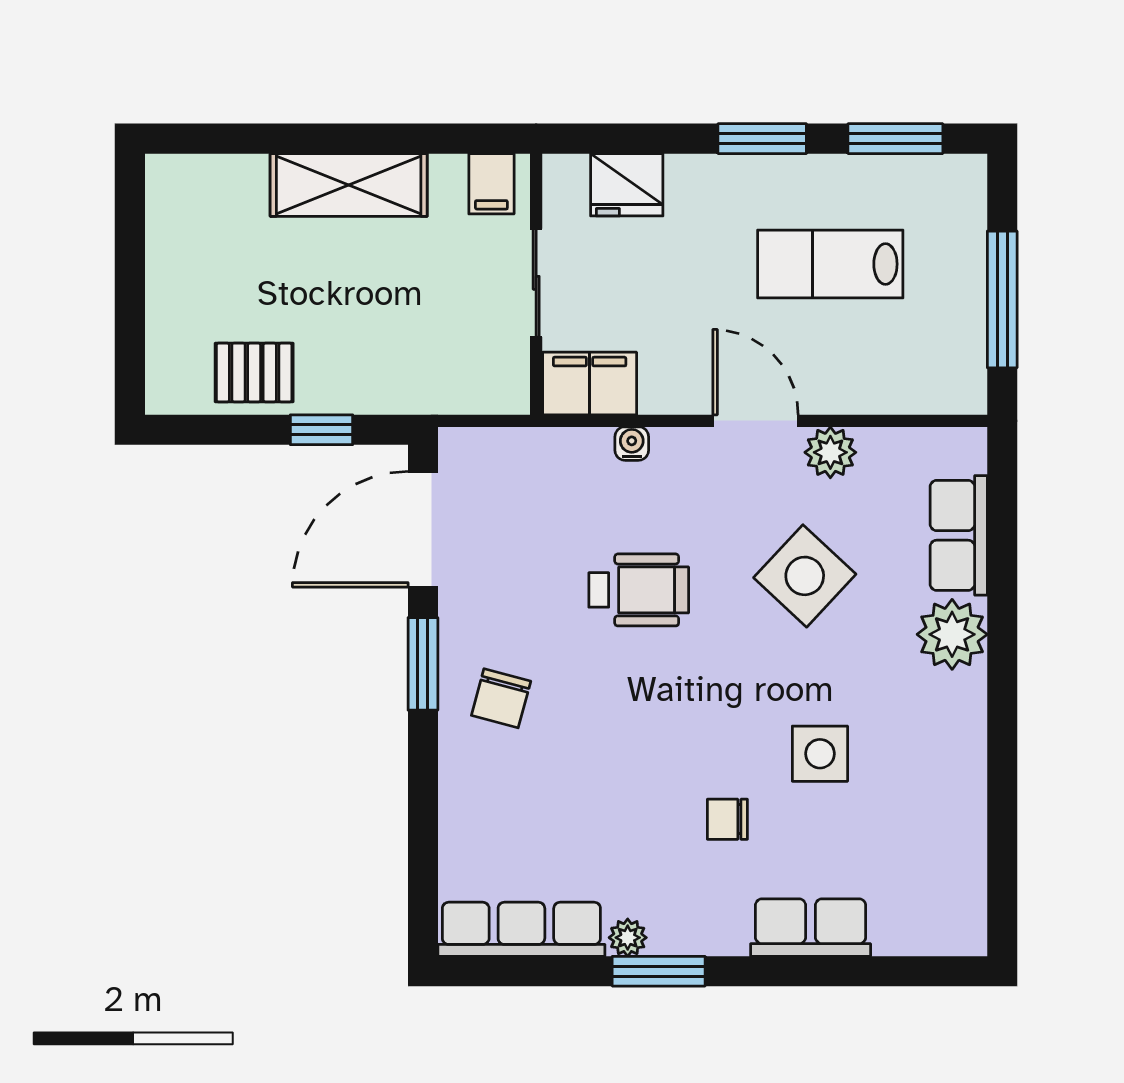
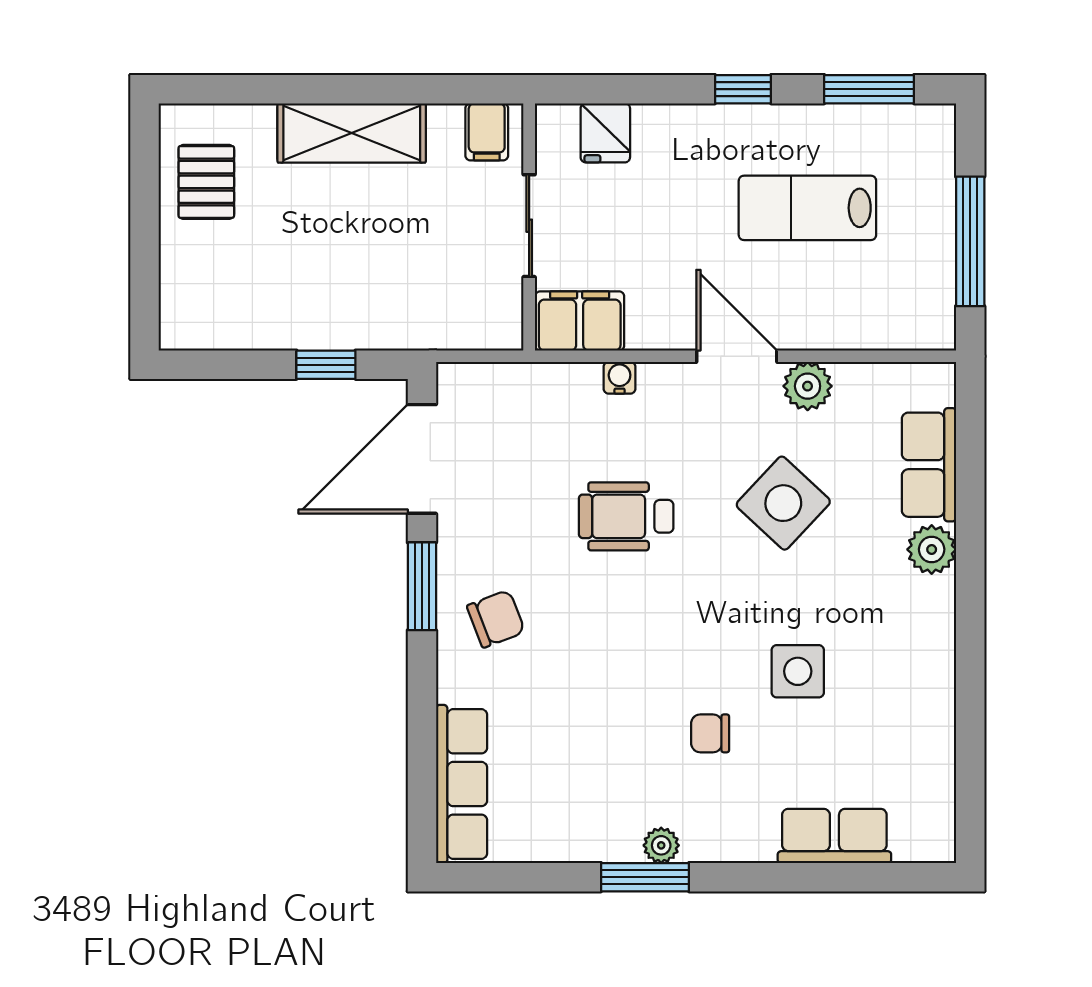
window: (762, 139) -> (743, 89), width x0.67
fridge: (627, 185) -> (605, 133), width x0.72
pallet: (254, 373) -> (206, 182), moved, turned 90
wheelchair: (639, 590) -> (626, 516), turned 180
plant: (952, 634) -> (932, 549), width x0.73, depth x0.73
chair: (501, 698) -> (496, 619), turned -126
row of seats: (811, 928) -> (834, 836), moved
row of seats: (521, 929) -> (462, 784), moved, turned 90
plant: (628, 938) -> (661, 845), moved

